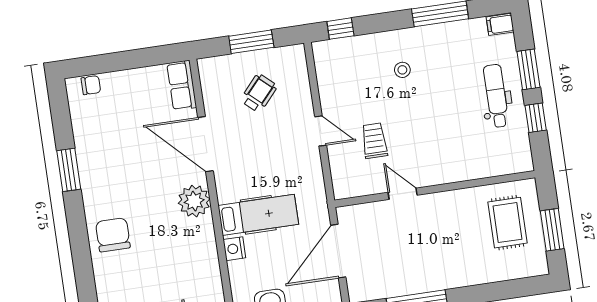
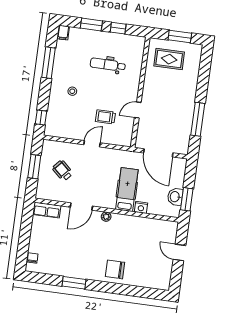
dental chair: (496, 96) -> (108, 65), moved
door: (206, 144) -> (81, 207), width x0.73
plant: (194, 201) -> (106, 217), width x0.53, depth x0.53

